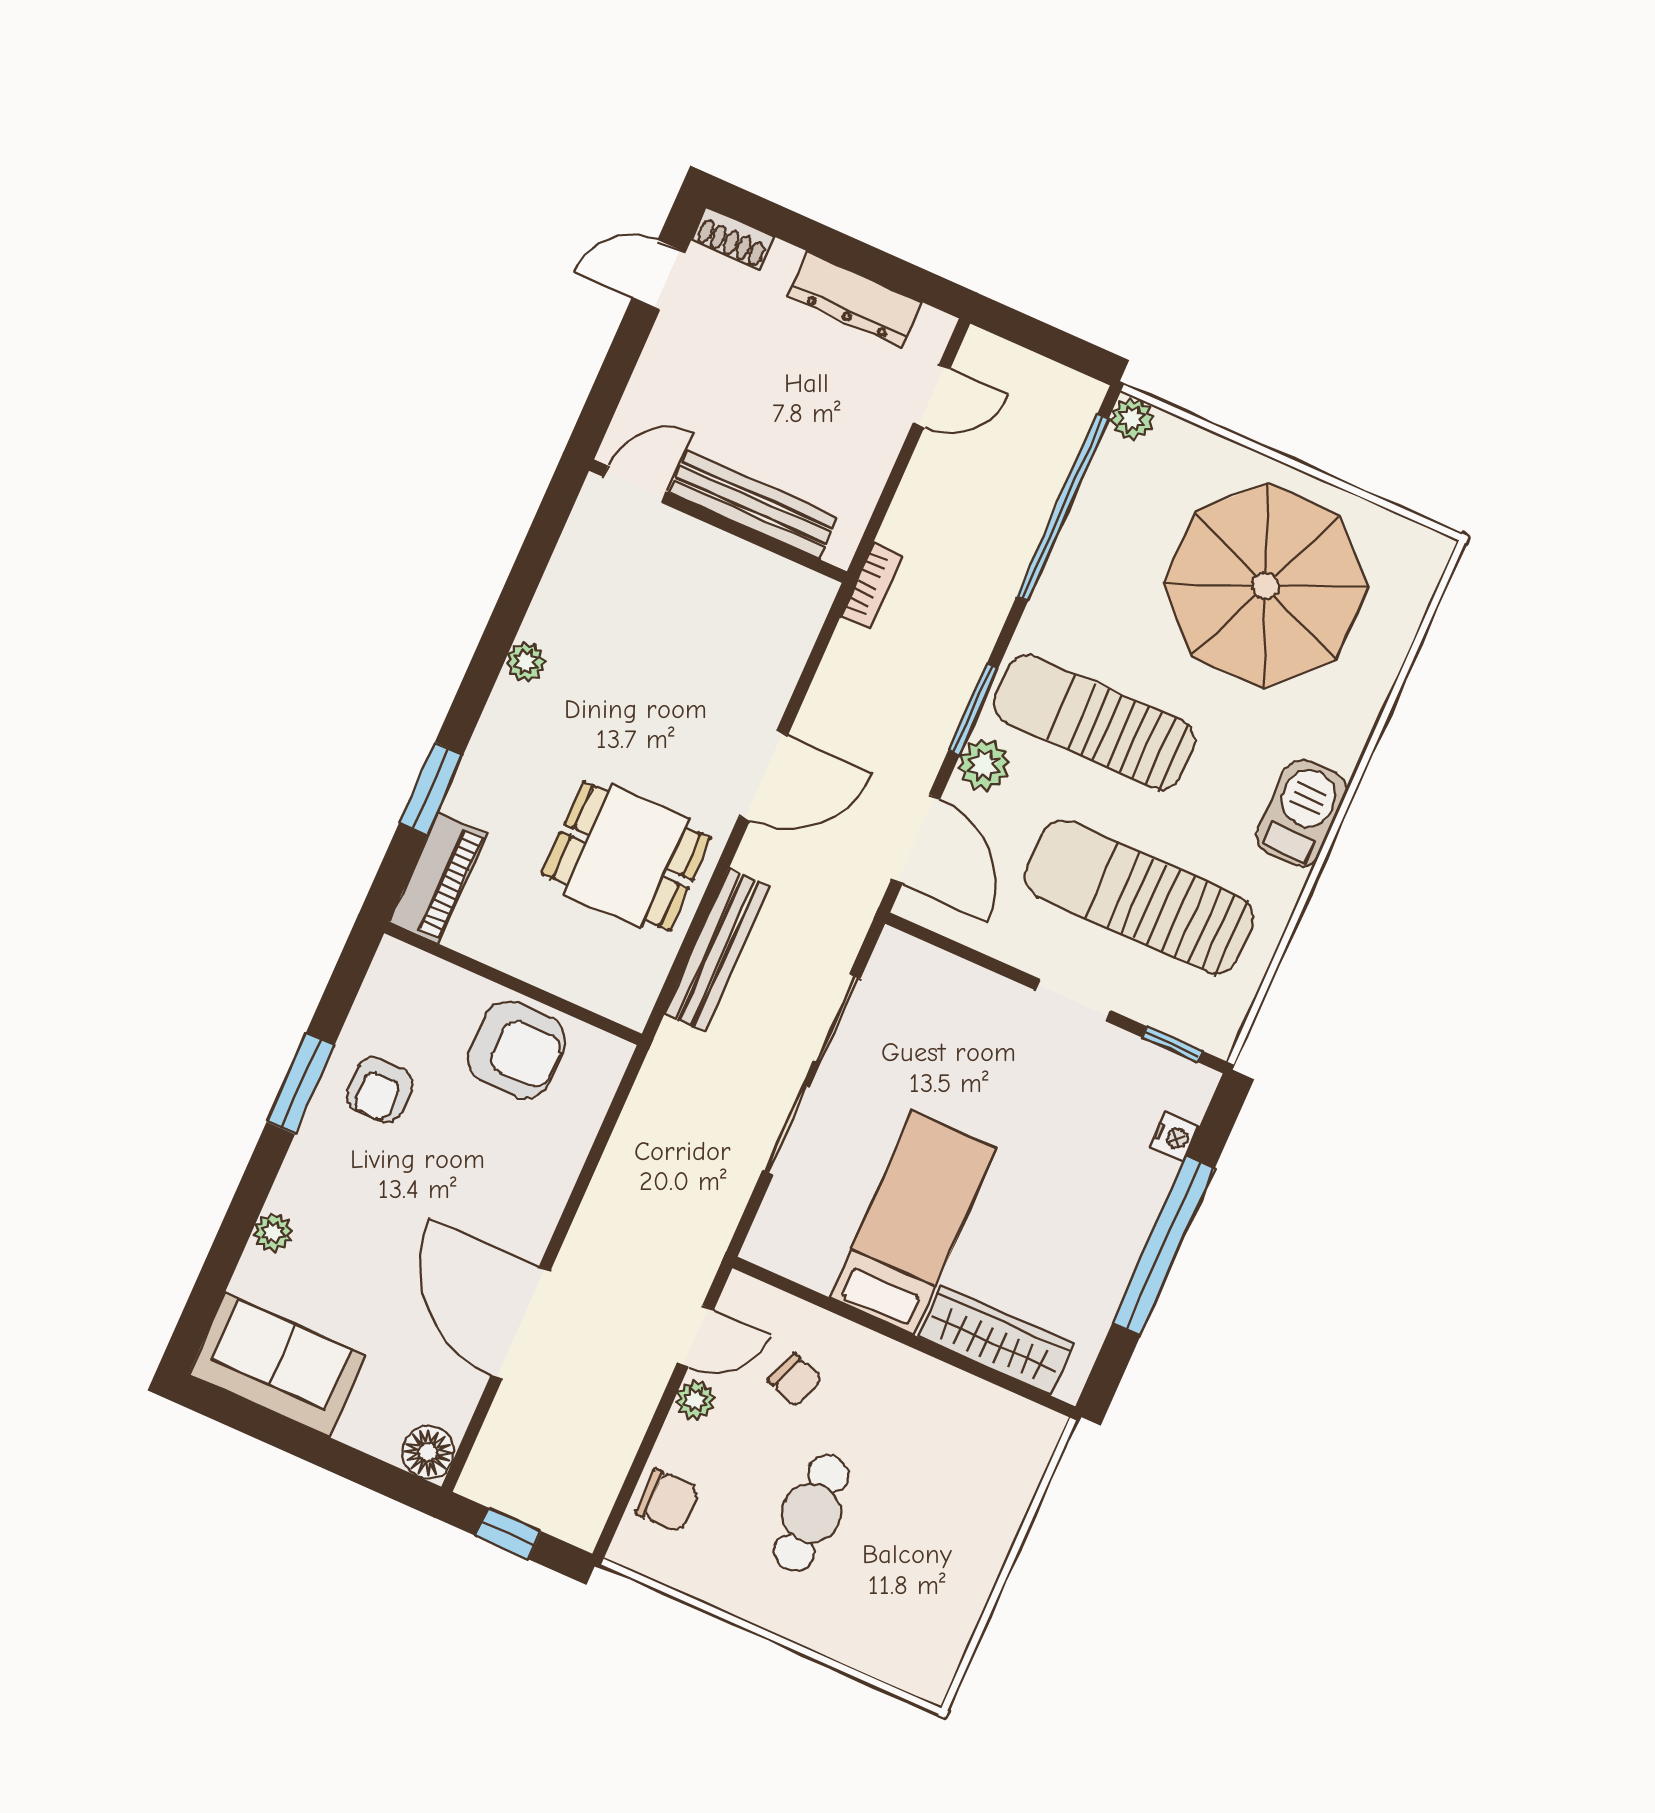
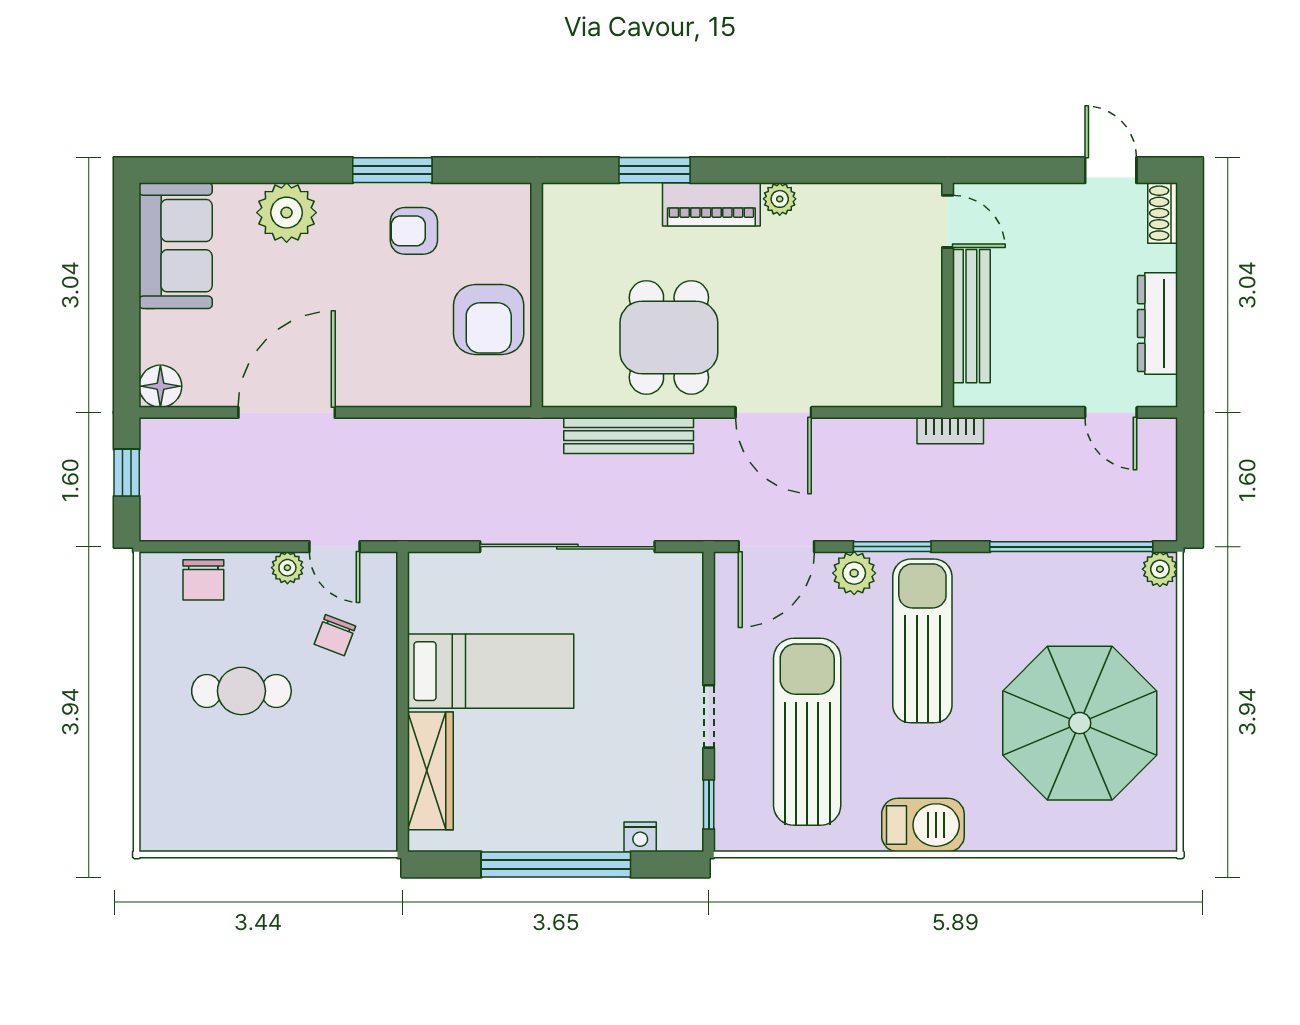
piano: (438, 878) -> (711, 204), moved
plant: (273, 1233) -> (287, 213), width x1.88, depth x1.88

